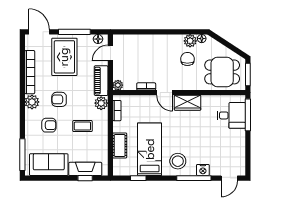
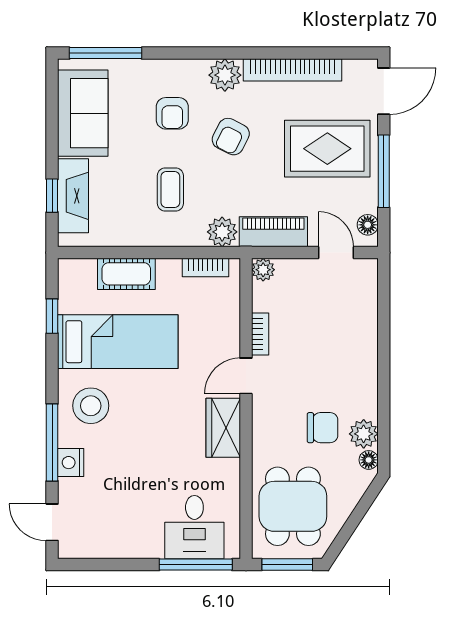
armchair: (59, 99) -> (231, 137), turned -153

